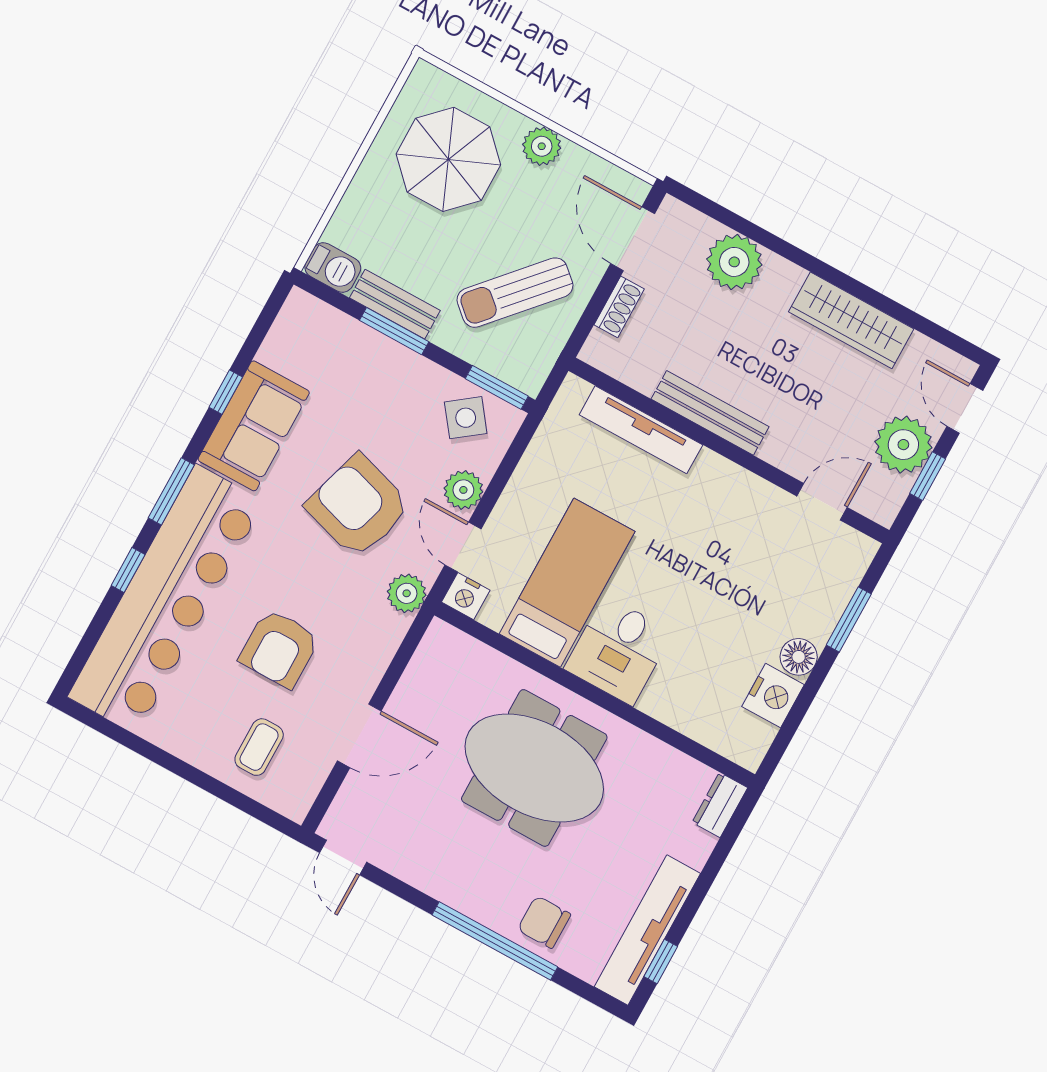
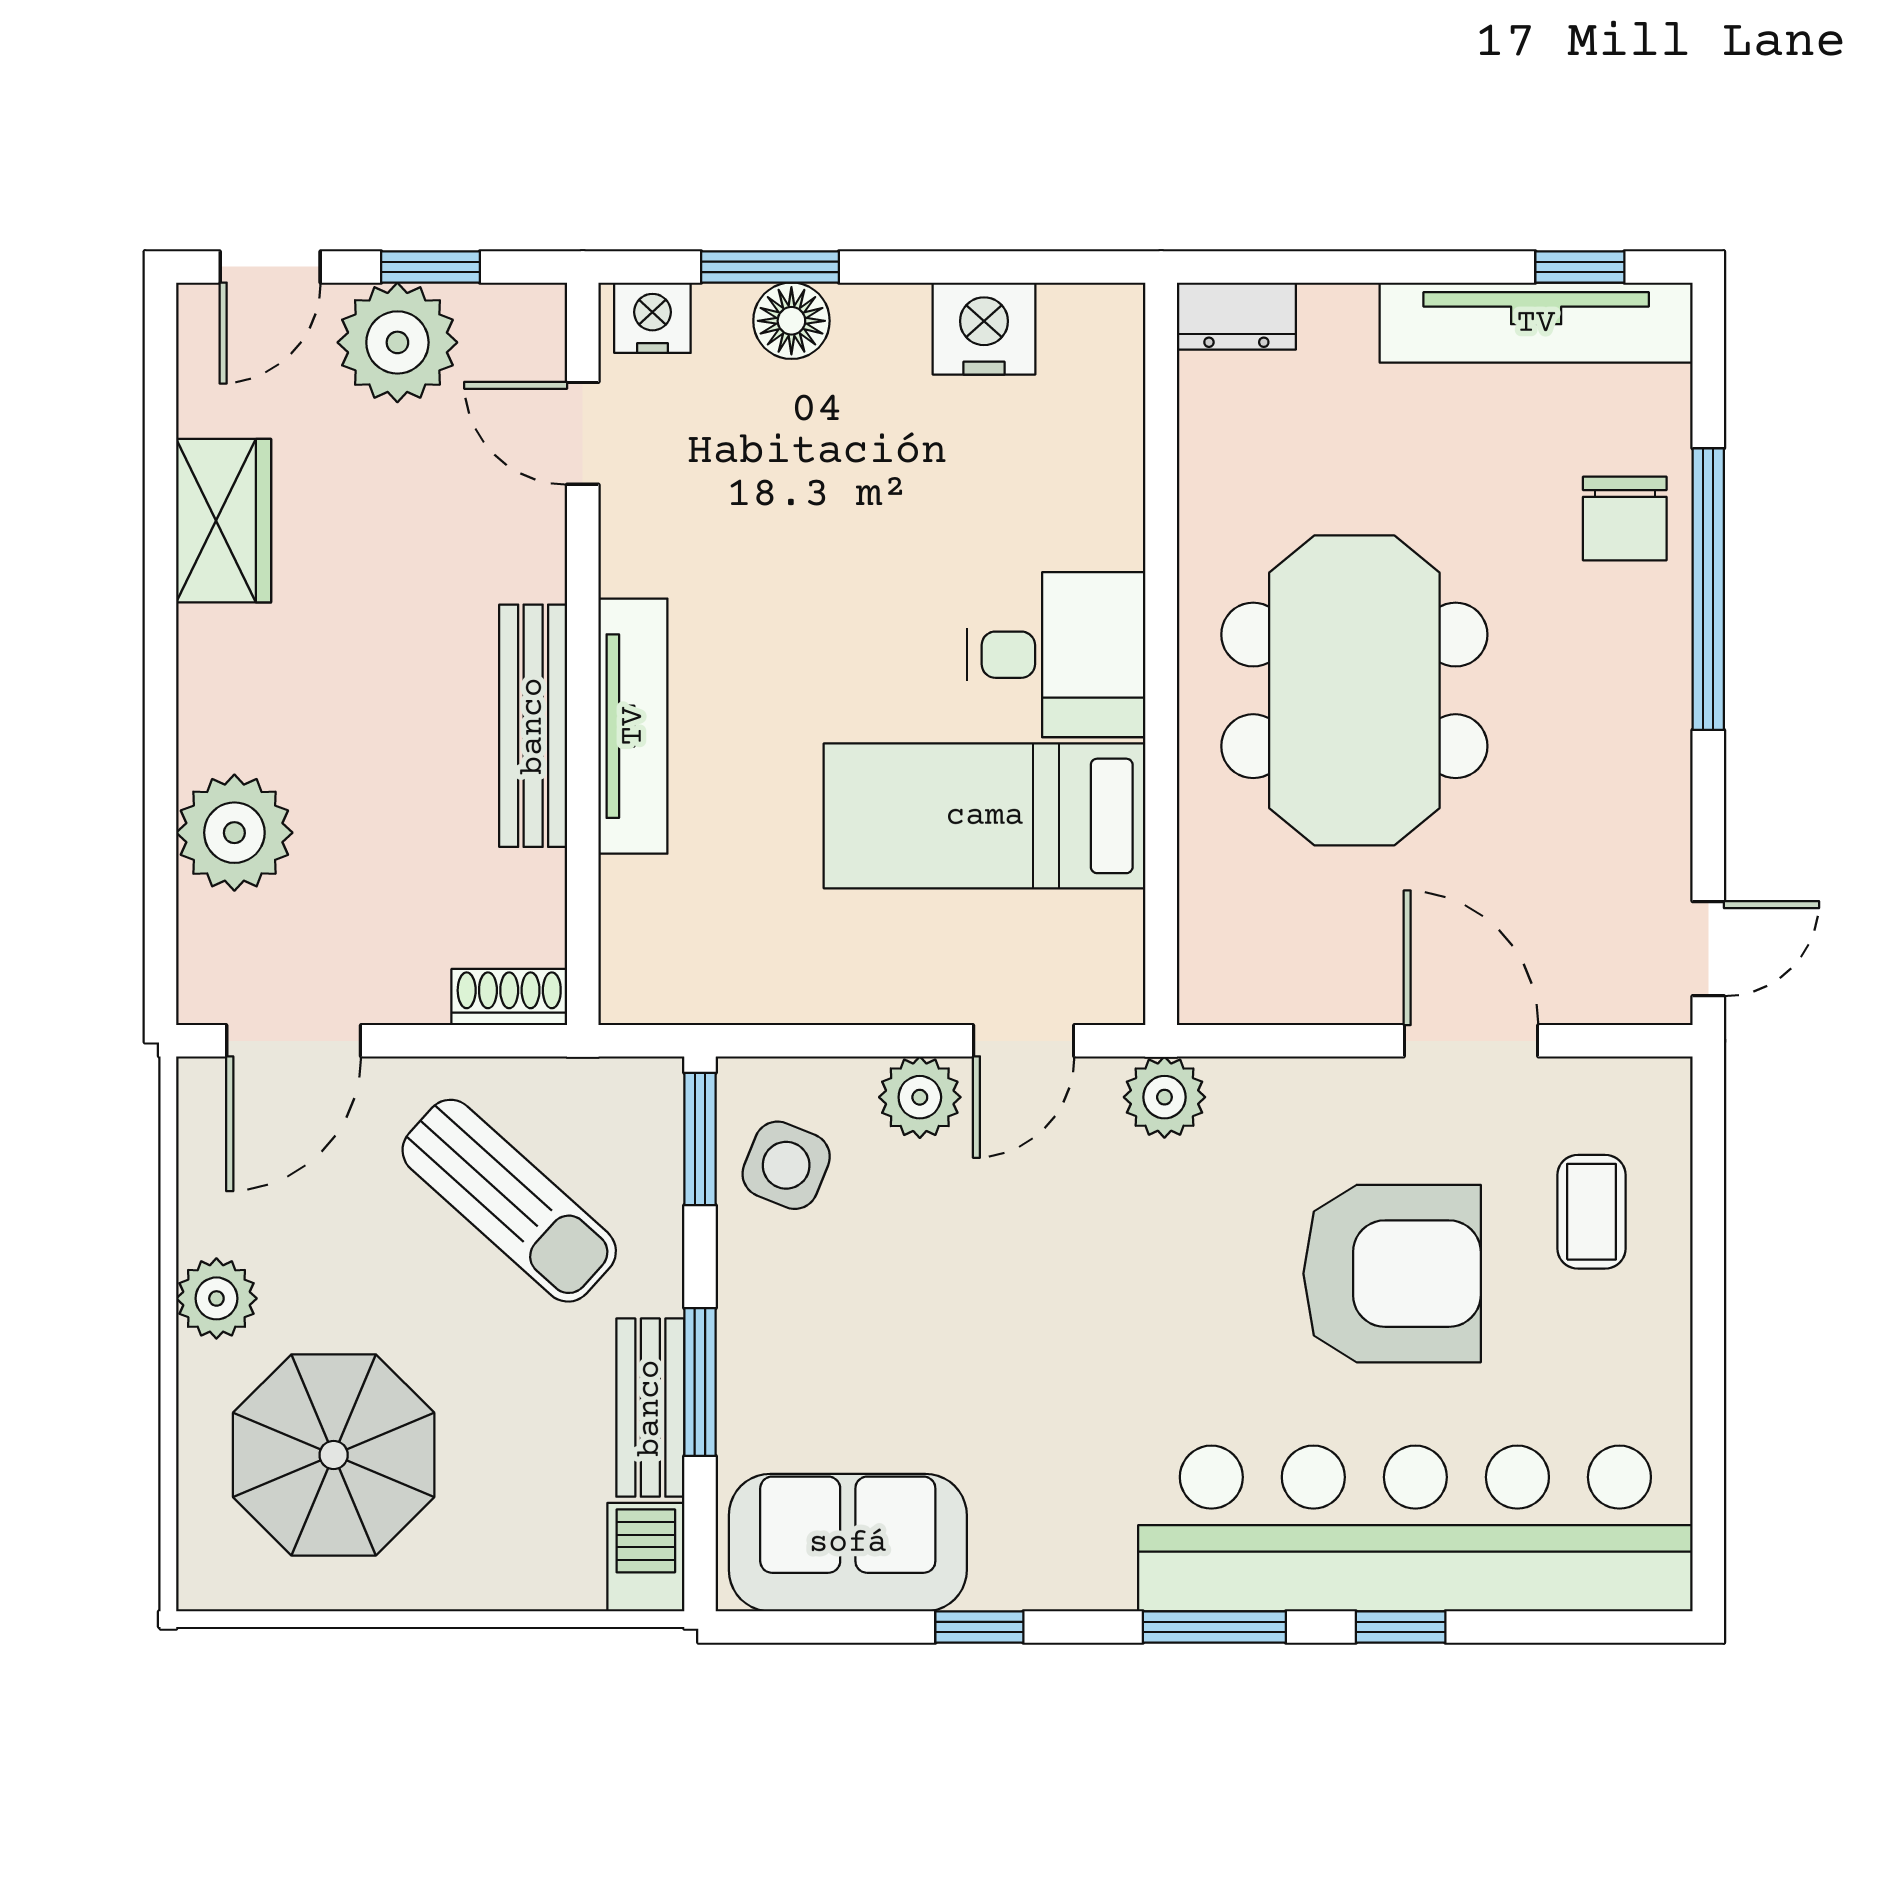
shoe rack: (619, 307) -> (509, 997), moved
wardrobe: (851, 320) -> (224, 521), width x0.67
side table: (466, 418) -> (786, 1165), turned -31
sofa: (254, 426) -> (848, 1543), moved
tv unit: (641, 430) -> (633, 726), moved
armchair: (358, 506) -> (1055, 1272), removed
nightstand: (466, 596) -> (652, 318), moved, turned -90
armchair: (279, 648) -> (1392, 1274), width x1.36, depth x1.36
floor lamp: (799, 657) -> (791, 321), moved
coffee table: (259, 747) -> (1592, 1212), turned 90

